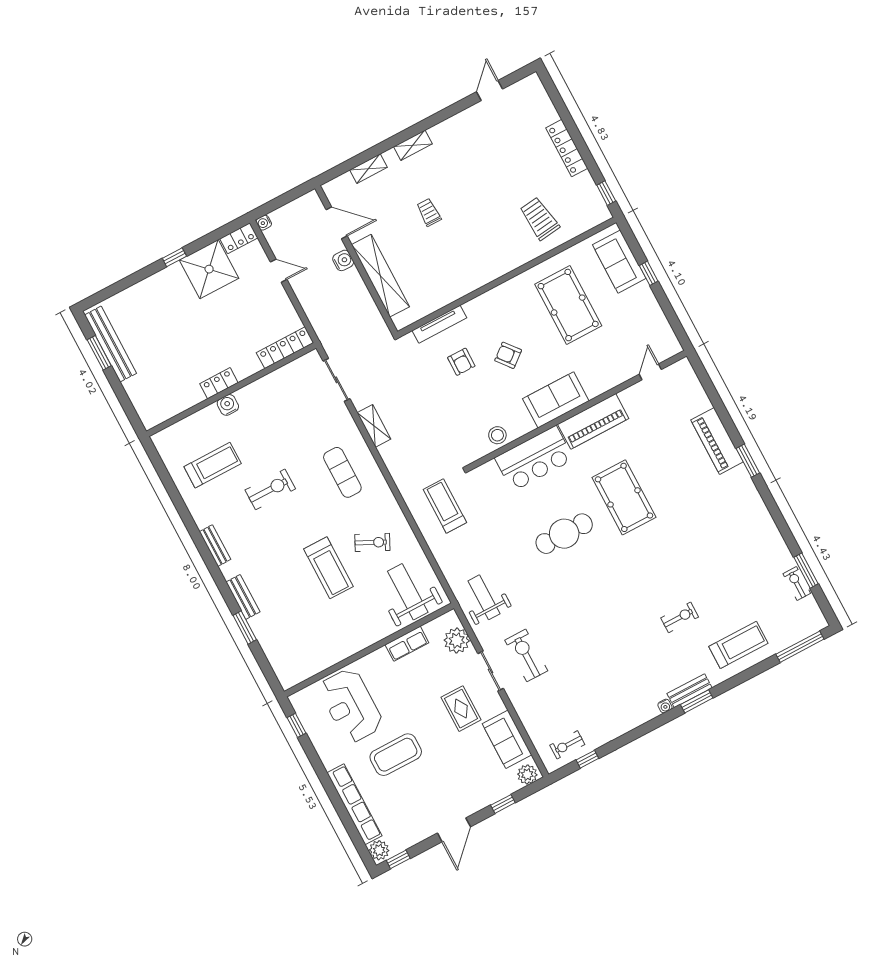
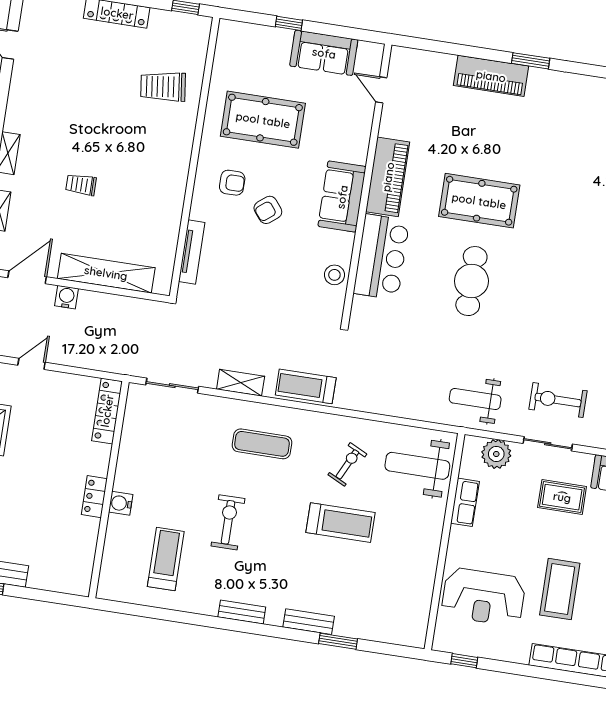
sofa: (619, 262) -> (324, 53), moved
armchair: (461, 362) -> (232, 183), moved
treadmill: (445, 506) -> (306, 386), moved

